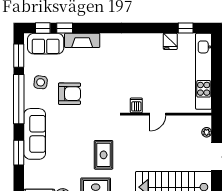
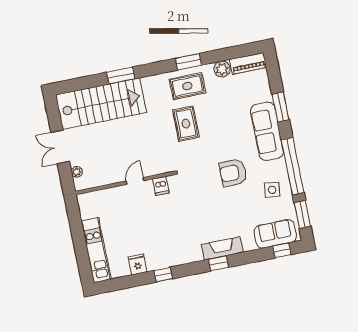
window: (65, 28) -> (219, 263), moved
window: (186, 28) -> (163, 275), moved
fireplace: (82, 40) -> (222, 248), moved
kitchen unit: (204, 71) -> (96, 250), width x0.73
armchair: (69, 94) -> (233, 173), moved

